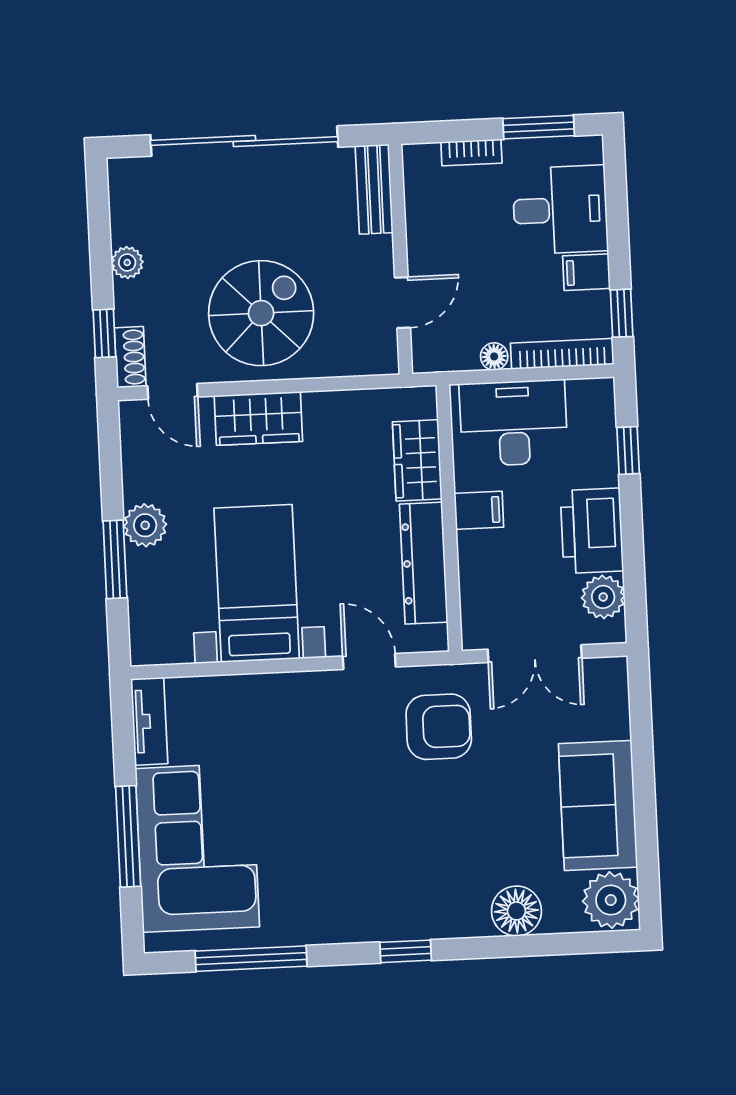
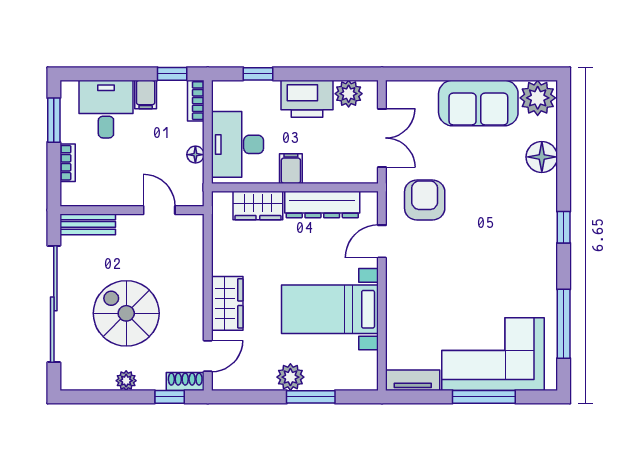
spiral stairs: (261, 313) -> (126, 313), moved
bookcase: (562, 354) -> (196, 101), width x0.64

